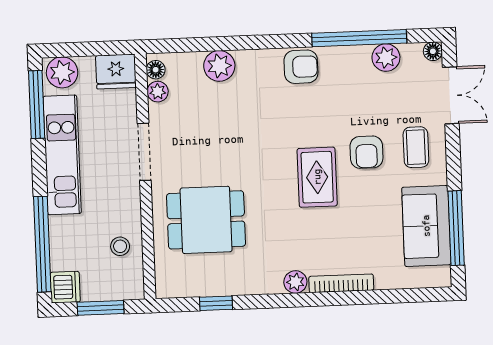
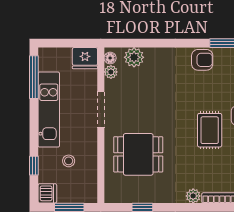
plant: (219, 66) -> (134, 57), moved
plant: (62, 72) -> (51, 57), removed
window: (42, 244) -> (34, 166), width x0.32
stool: (120, 246) -> (69, 161), moved

